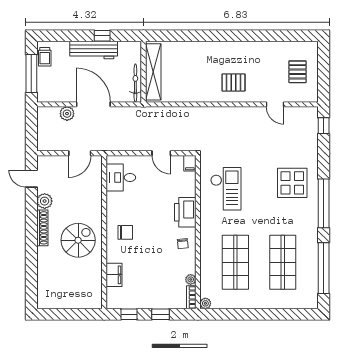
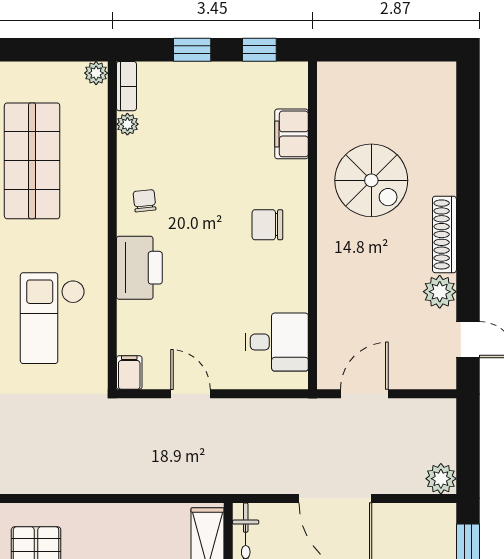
plant: (67, 114) -> (441, 479), moved
spiral stairs: (78, 240) -> (371, 180), moved, turned -90

